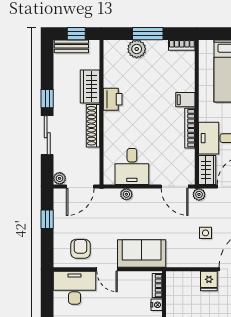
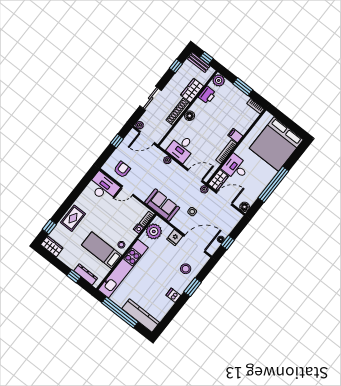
plant: (137, 49) -> (219, 80), moved
window: (47, 99) -> (176, 66), moved
printer: (113, 99) -> (207, 95), moved
floor lamp: (111, 119) -> (190, 116), added
door: (175, 186) -> (195, 176), swing flipped
sofa: (142, 254) -> (162, 205), moved
door: (107, 269) -> (127, 191), hinge flipped
plant: (178, 294) -> (154, 231), added

